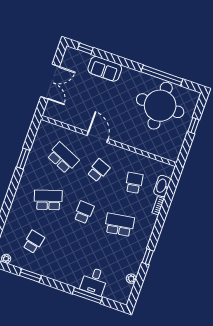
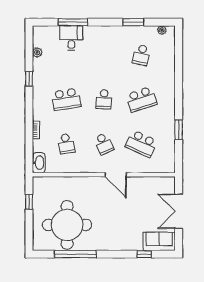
window: (85, 49) -> (144, 254), moved
sofa: (105, 69) -> (159, 241), moved
window: (194, 126) -> (29, 202), moved
school desk: (98, 170) -> (104, 144), turned -45
washbasin: (162, 186) -> (39, 163), moved

